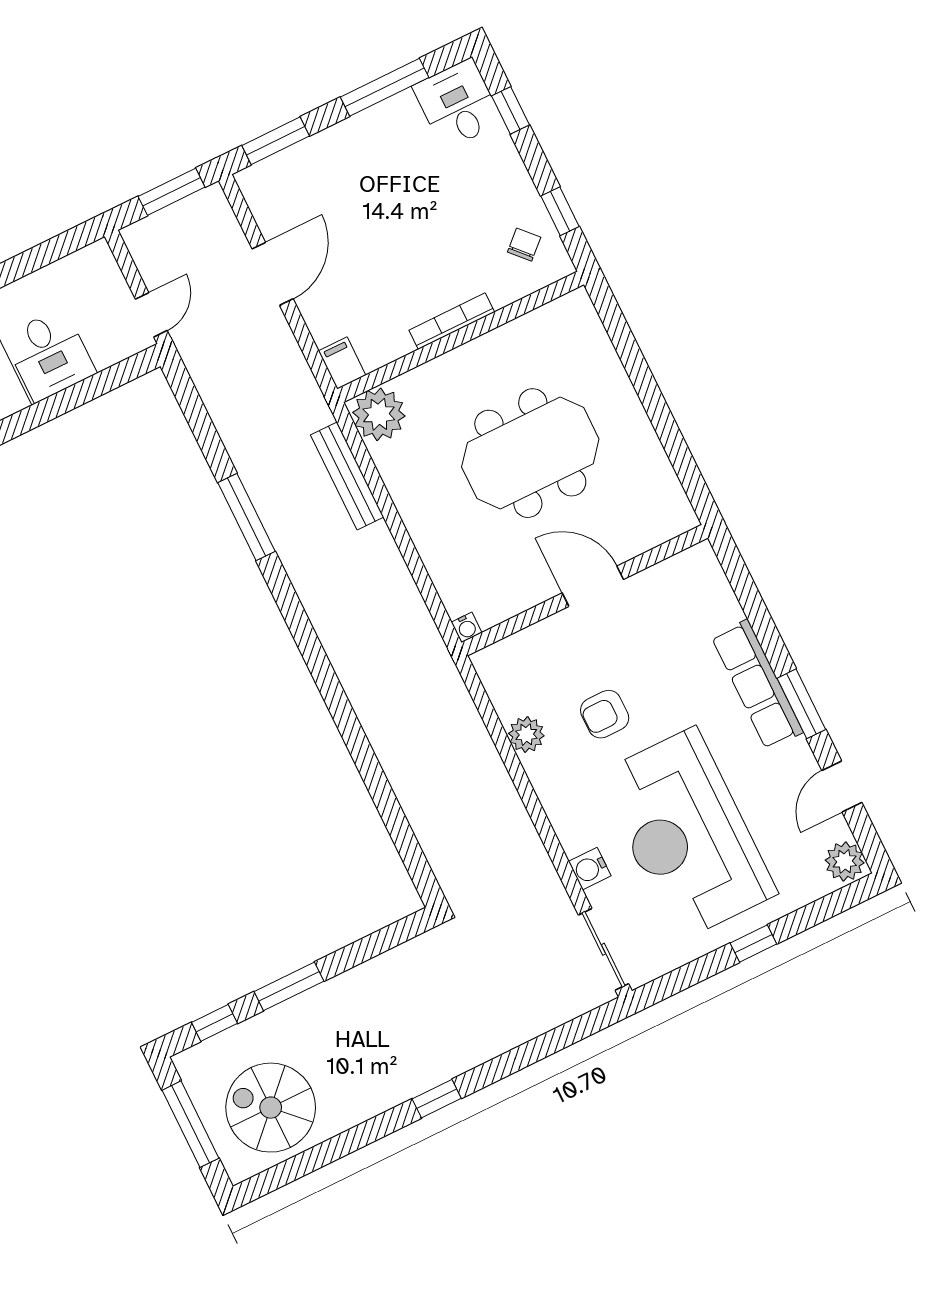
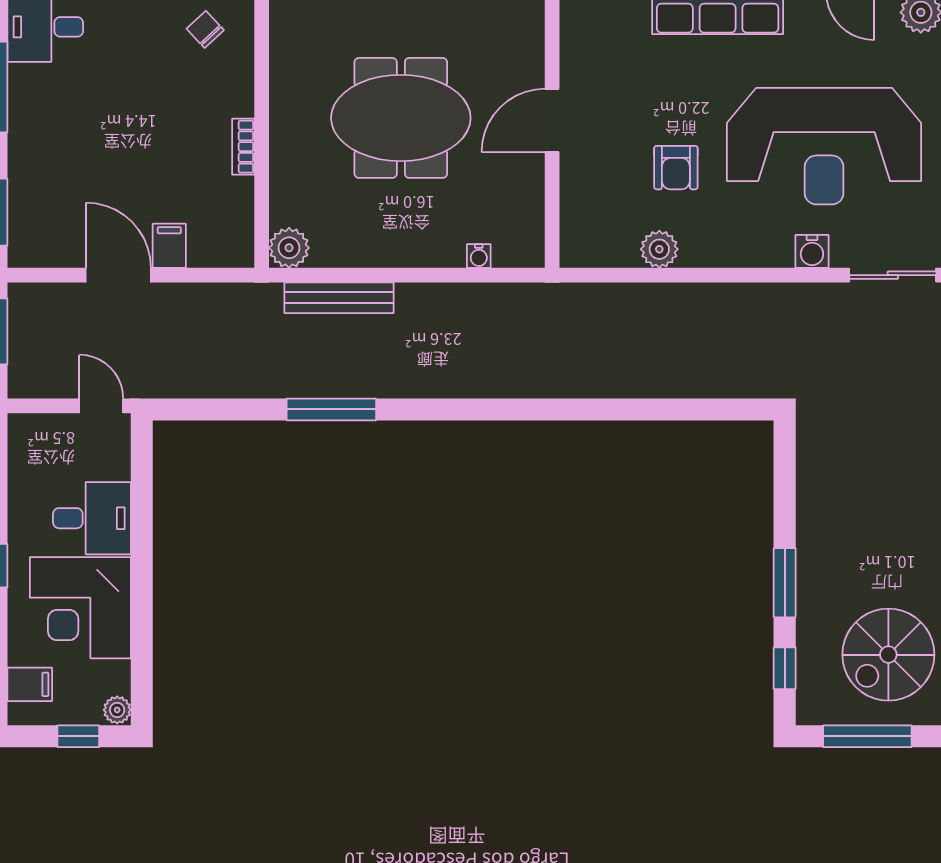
bookcase: (452, 321) -> (243, 147), width x0.64
filing cabinet: (342, 363) -> (169, 246), moved, turned 90
plant: (379, 414) -> (289, 248), width x0.73, depth x0.73
meeting table: (530, 453) -> (401, 118), turned 90
water cooler: (466, 627) -> (479, 256), moved, turned 90

